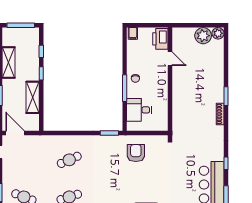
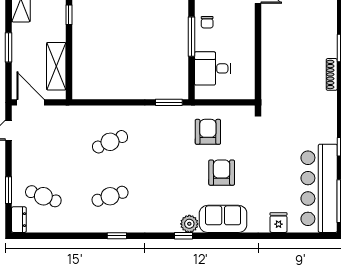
shelving: (33, 97) -> (56, 66), moved
armchair: (145, 181) -> (222, 173), added

